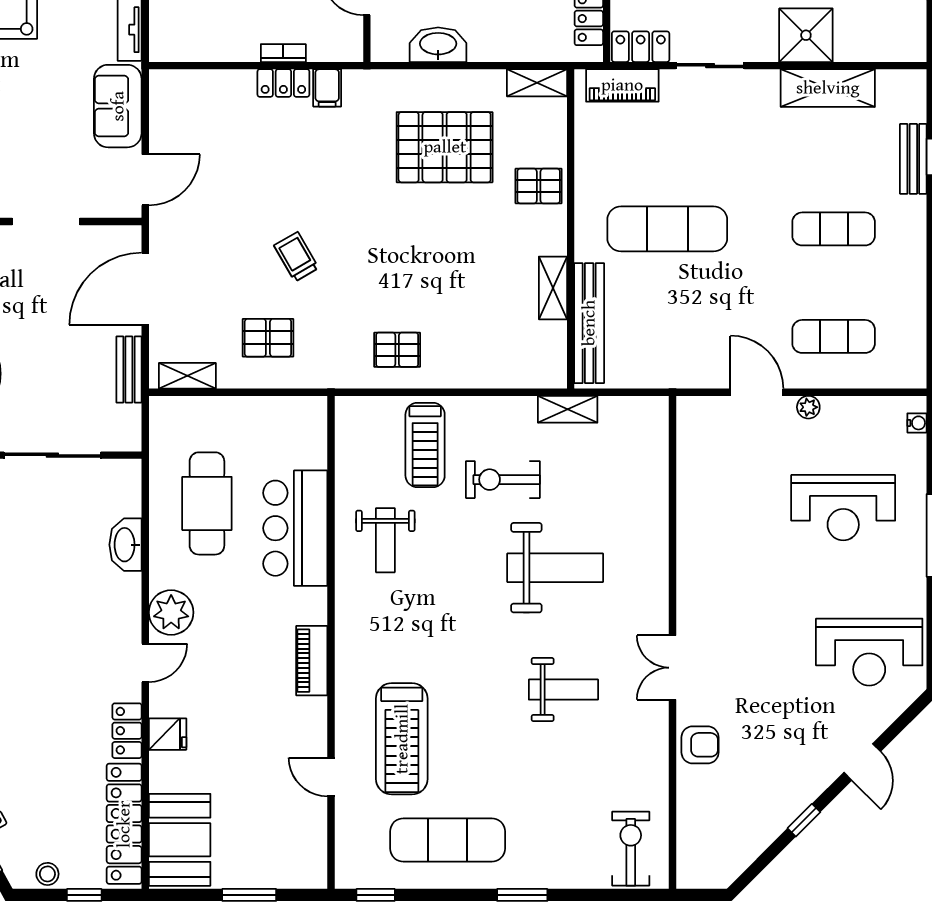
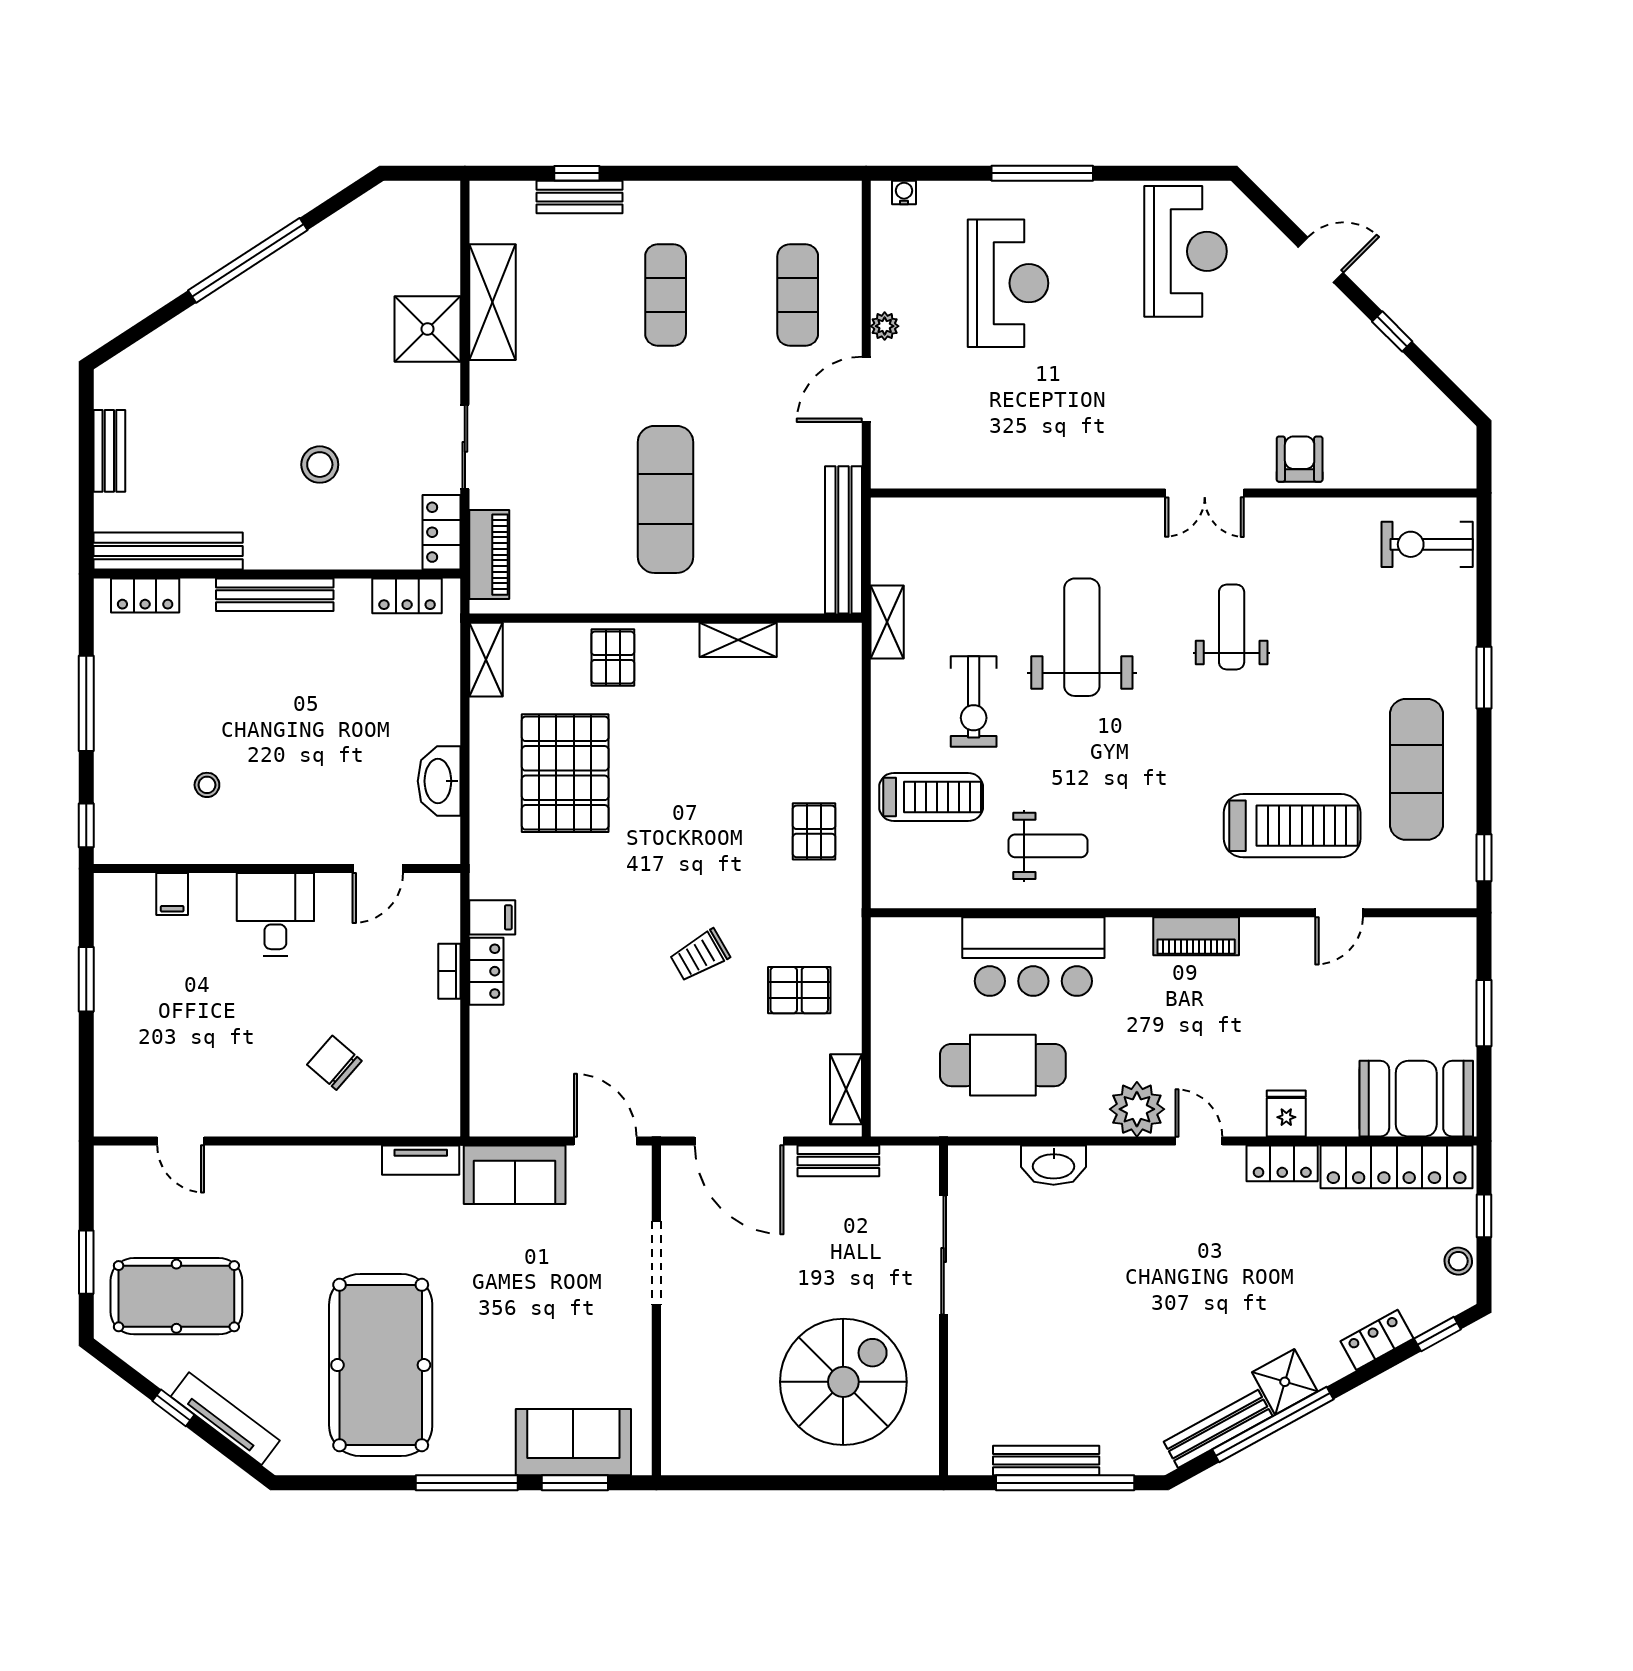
bench: (589, 323) -> (843, 540), moved, turned 90
pallet: (268, 338) -> (799, 990), turned 90

